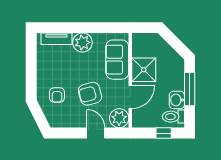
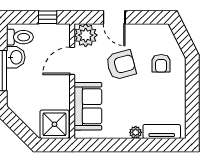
plant: (82, 42) -> (136, 132), width x0.53, depth x0.53
shower: (144, 70) -> (54, 124), moved
armchair: (57, 95) -> (161, 63), turned 180
window: (164, 133) -> (48, 17), moved

